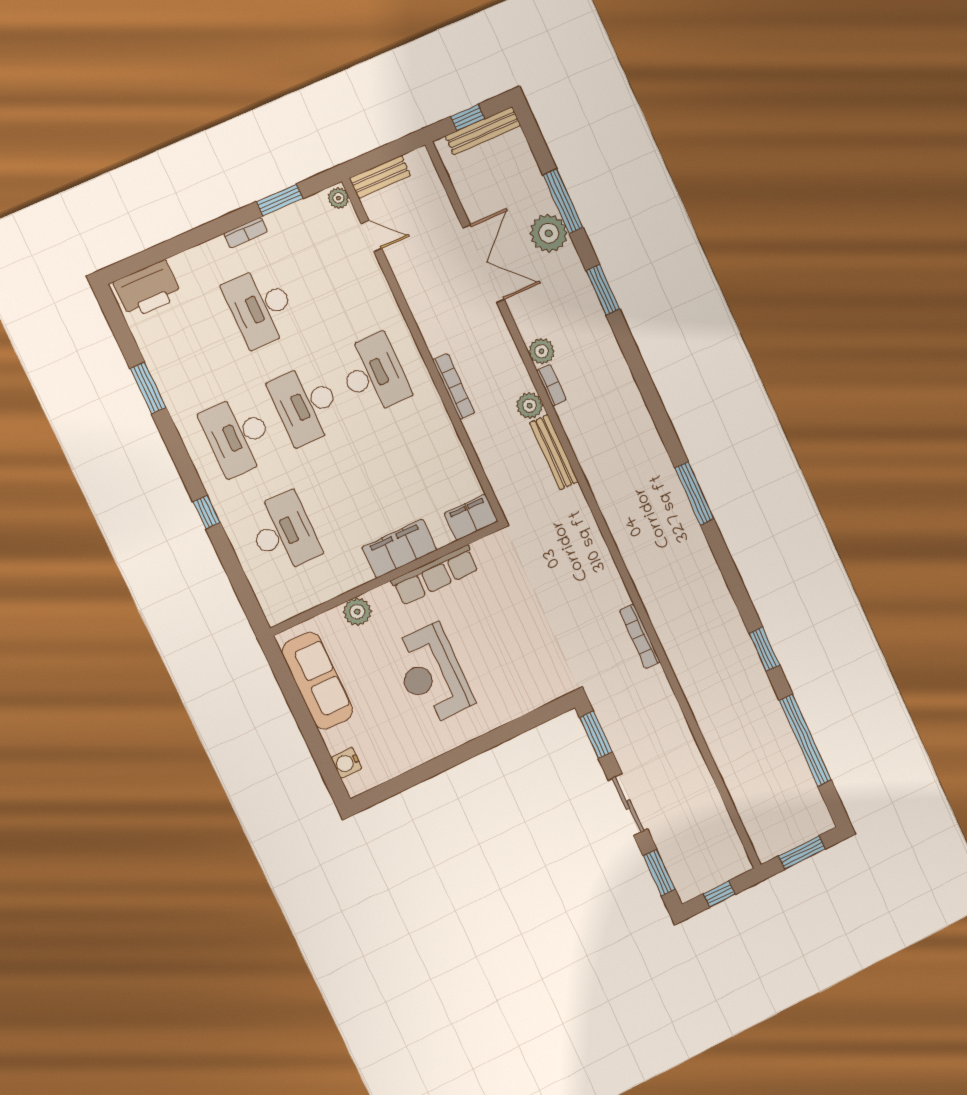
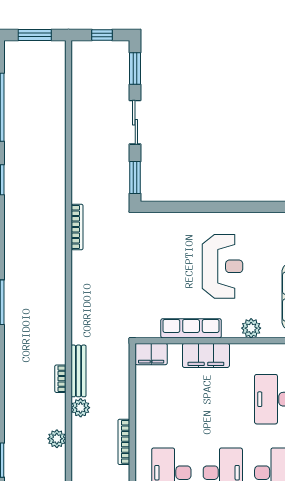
bookcase: (551, 385) -> (60, 379), moved

